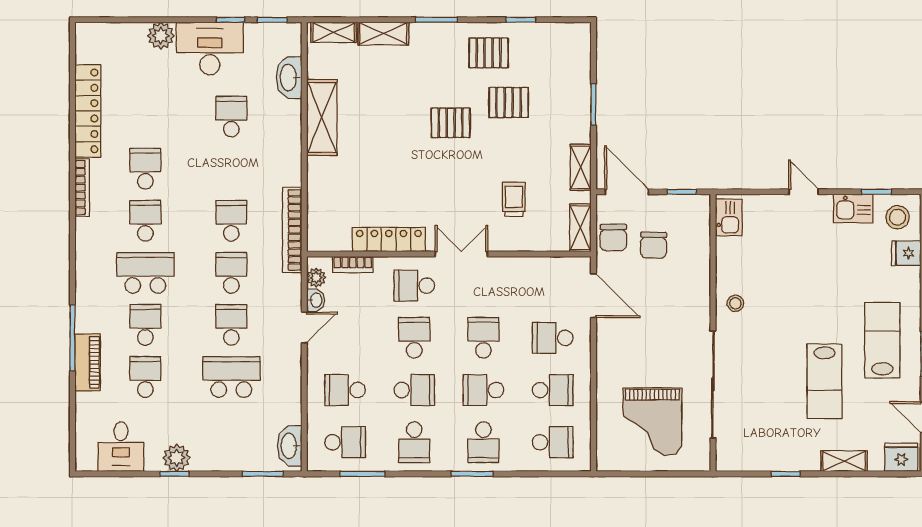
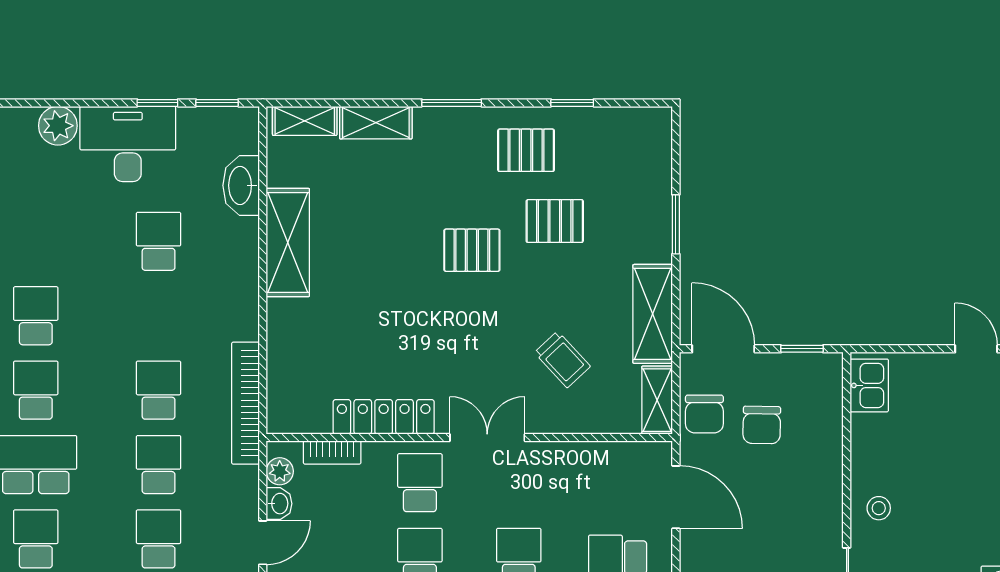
shelving: (581, 167) -> (653, 314), width x1.50, depth x1.33
trolley: (514, 199) -> (562, 359), turned 137
school desk: (414, 286) -> (420, 483), turned 90

